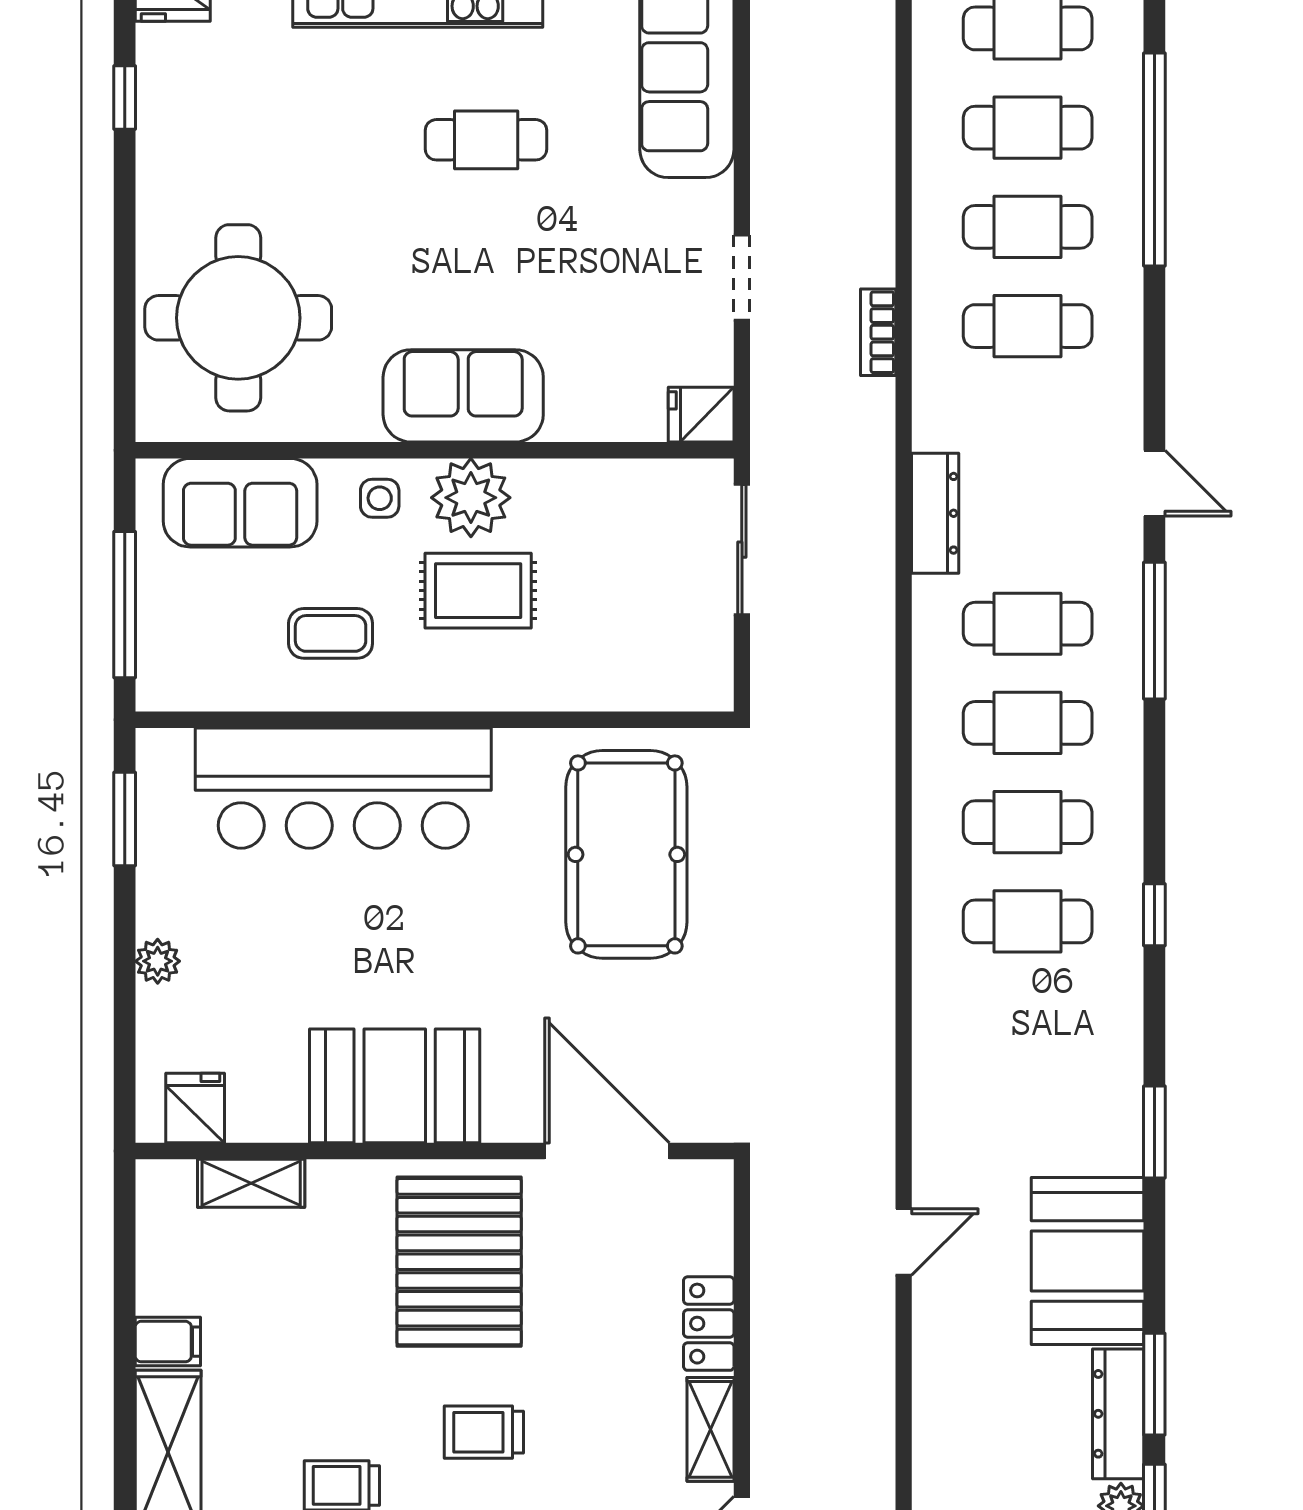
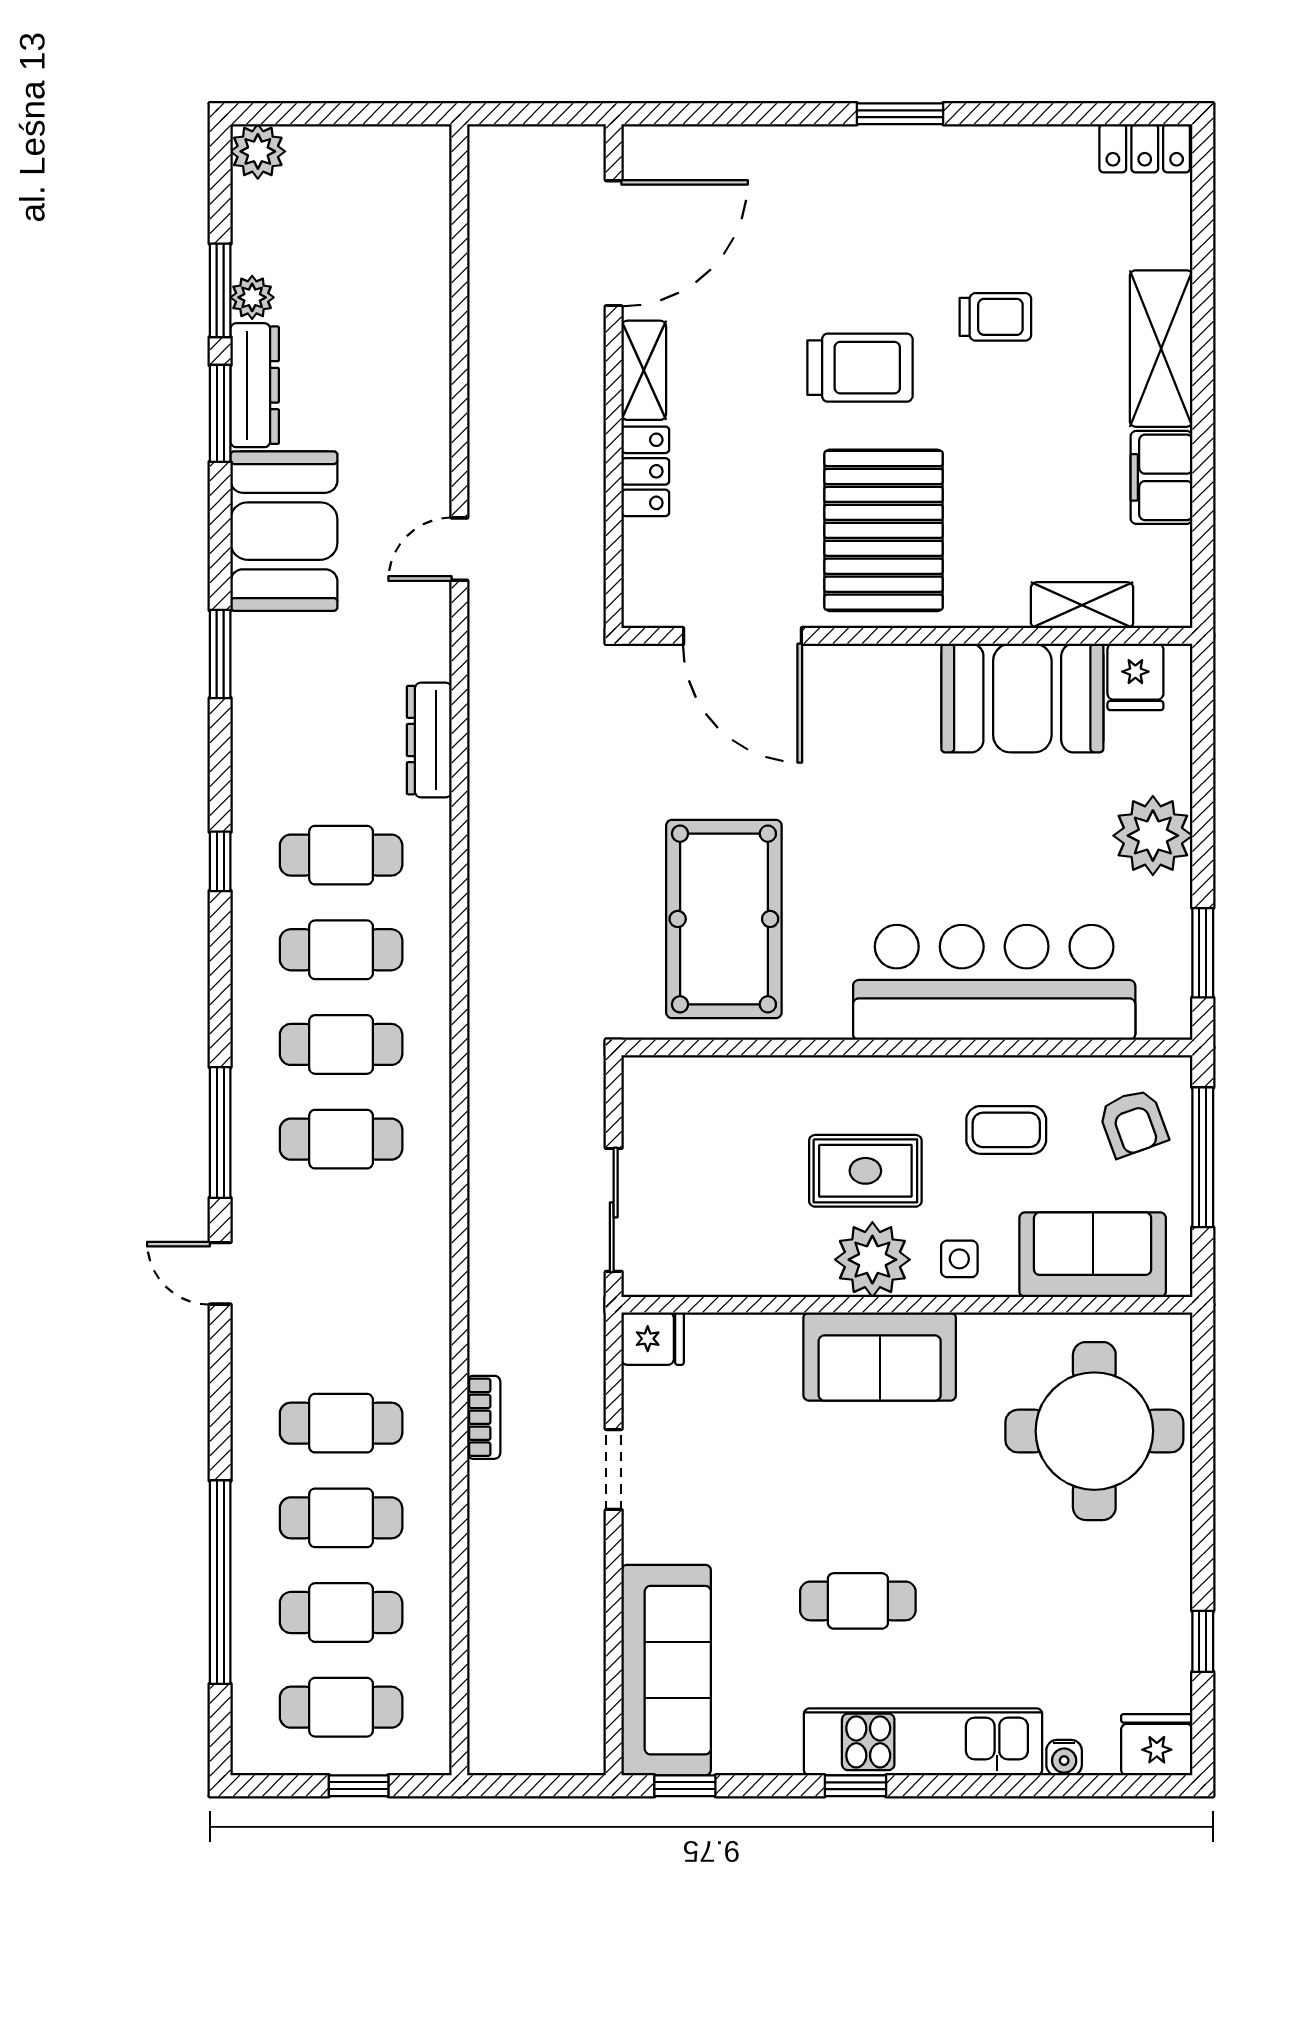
dresser: (935, 513) -> (429, 740), moved
armchair: (198, 641) -> (1133, 1123), added
plant: (158, 961) -> (1153, 836), width x1.88, depth x1.88
booth: (395, 1086) -> (1022, 698), moved
filing cabinet: (168, 1342) -> (1161, 477), width x2.00
trolley: (484, 1432) -> (860, 368), width x1.36, depth x1.39

